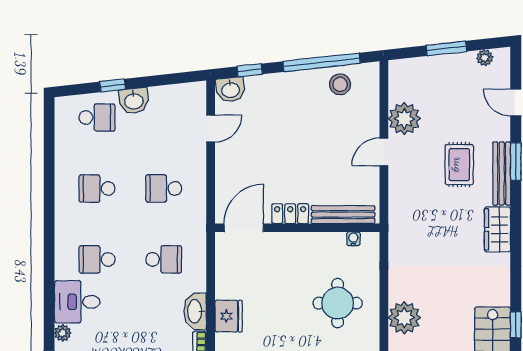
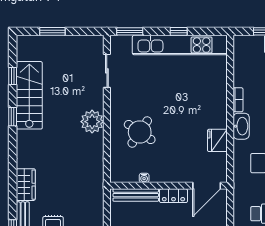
water cooler: (353, 239) -> (144, 178), moved
round table: (338, 303) -> (140, 132), turned 34
fridge: (229, 316) -> (217, 140), moved

